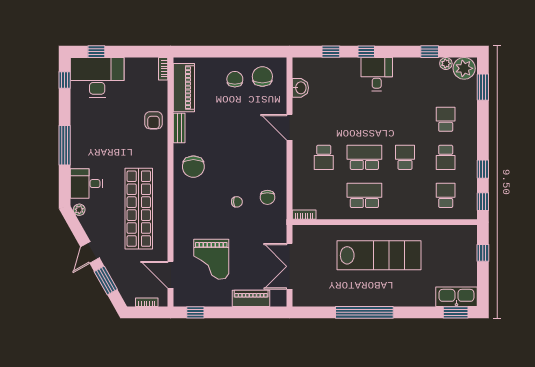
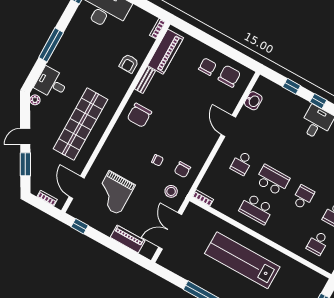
school desk: (364, 195) -> (256, 209), turned 180
school desk: (446, 195) -> (318, 243), turned 180
stool: (268, 226) -> (171, 191), added
lab bench: (379, 255) -> (242, 260), turned 180

